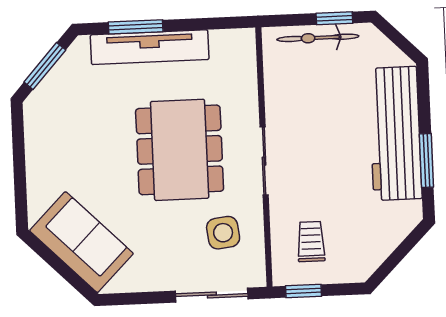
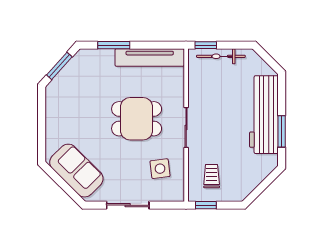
window: (334, 18) -> (206, 45), moved
tv unit: (150, 47) -> (150, 57), moved
dining table: (180, 150) -> (137, 119), width x0.73
sliding door: (212, 295) -> (128, 205), moved

